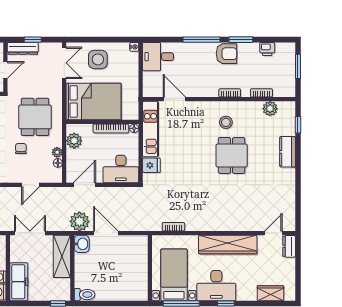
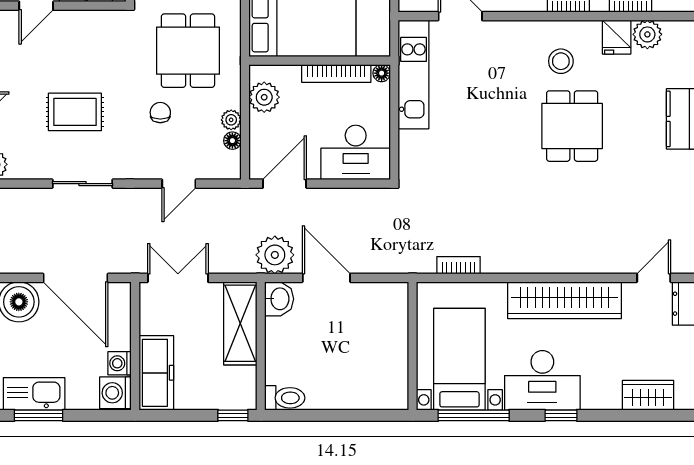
fridge: (151, 165) -> (617, 37), moved, turned 90

